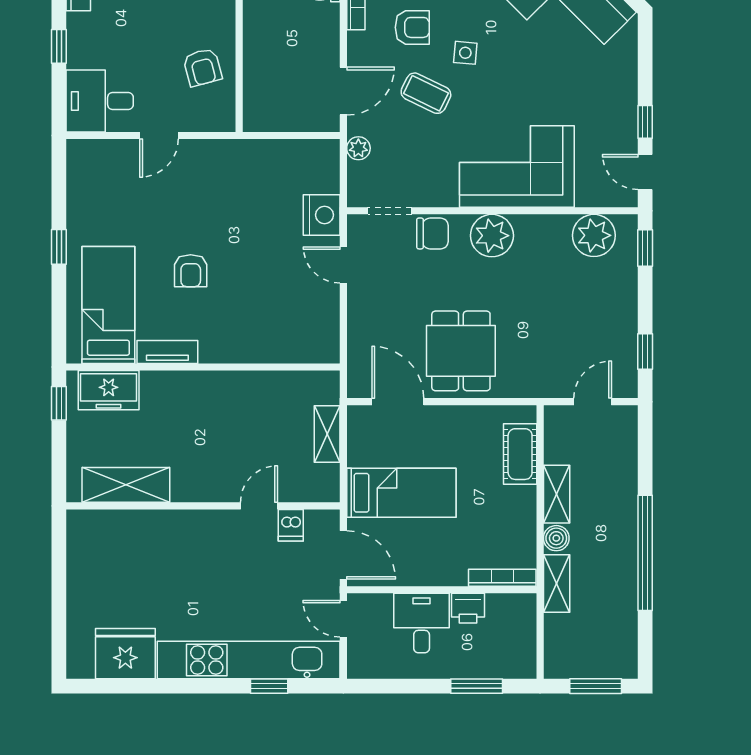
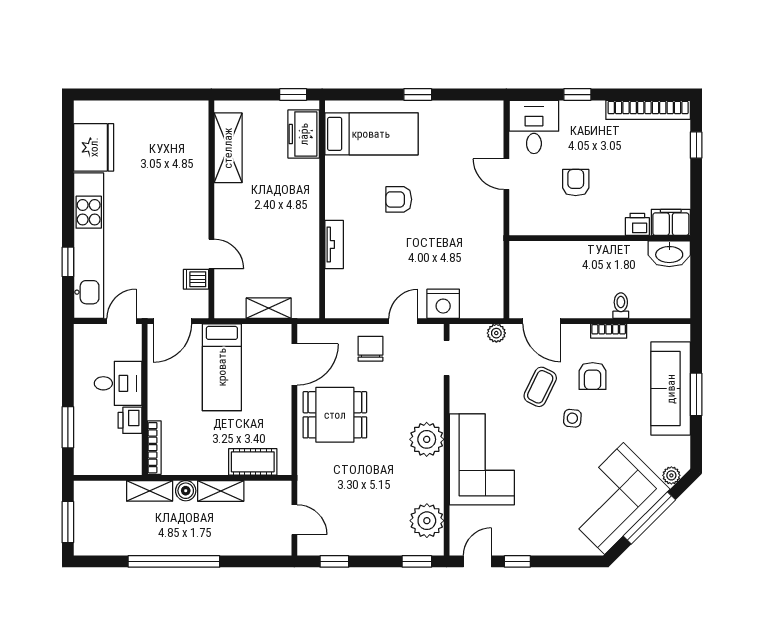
armchair: (202, 67) -> (576, 183), moved, turned 105
chair: (432, 233) -> (370, 349), moved, turned 180
tv unit: (167, 352) -> (334, 244), moved

